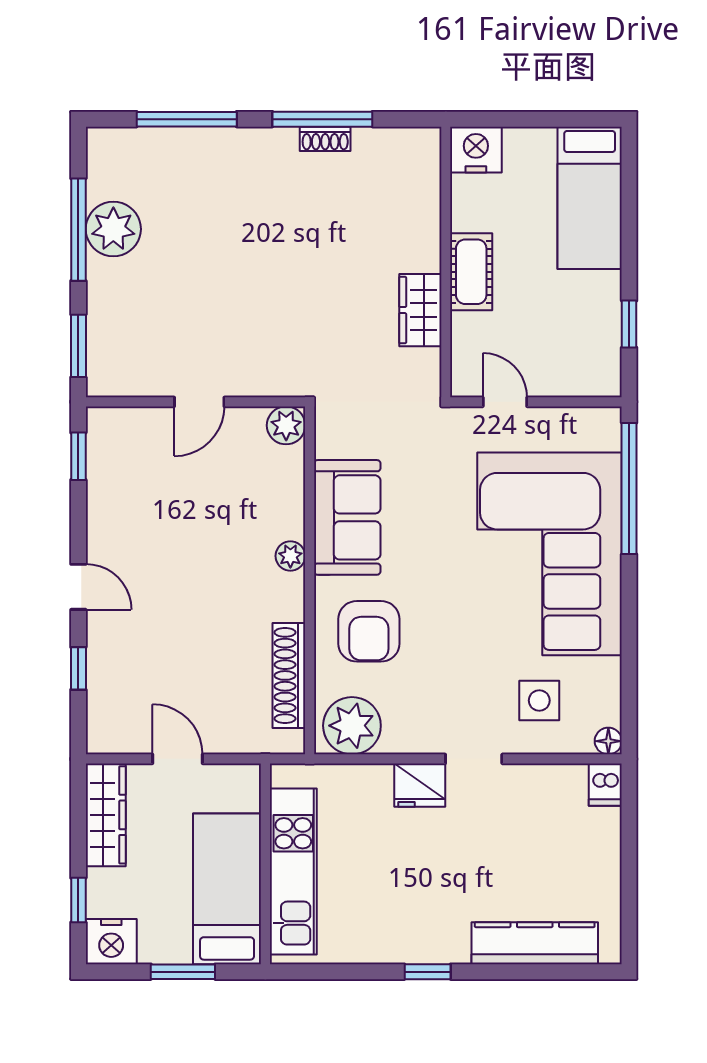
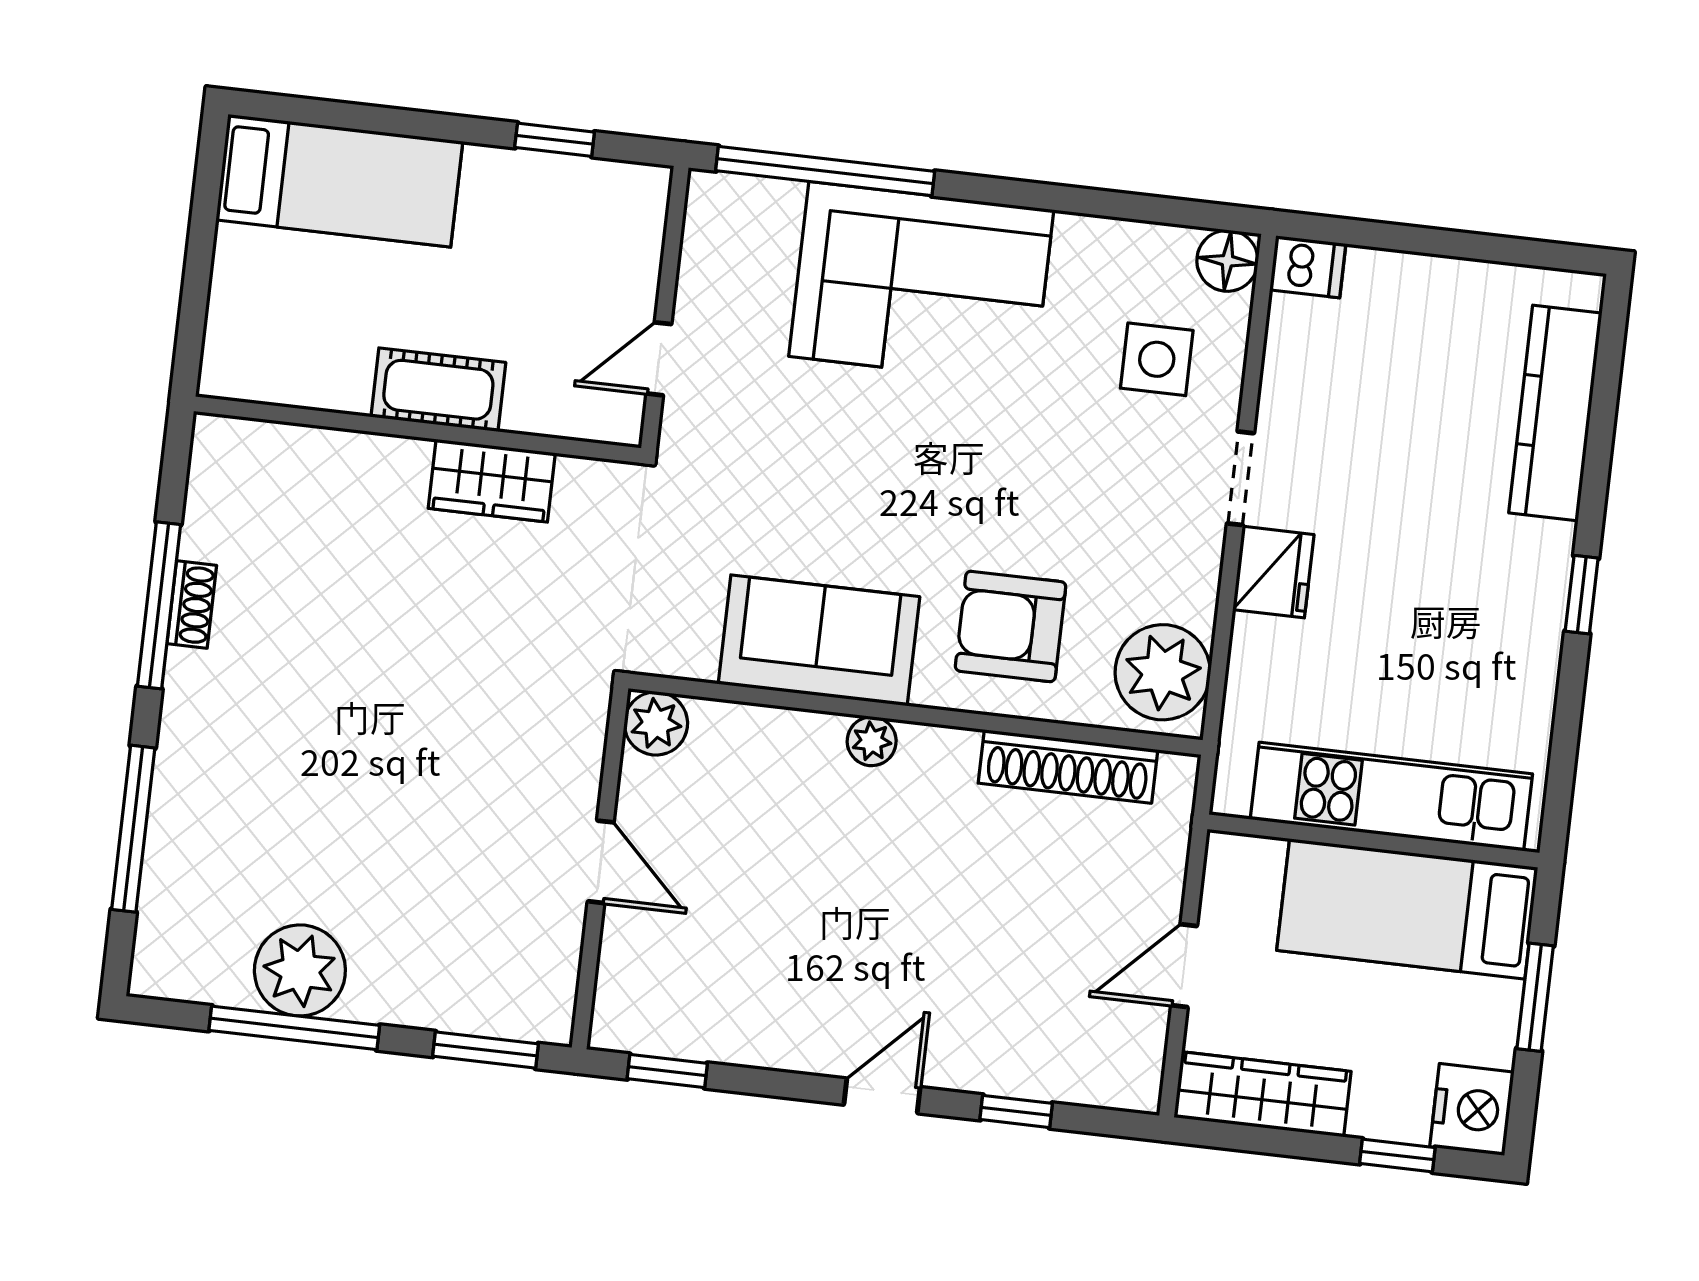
nightstand: (476, 150) -> (238, 359), removed
corner sofa: (550, 554) -> (921, 283), width x0.73, depth x0.74
armchair: (369, 631) -> (1011, 626), turned 180
floor lamp: (608, 741) -> (1227, 261), width x1.37, depth x1.37

